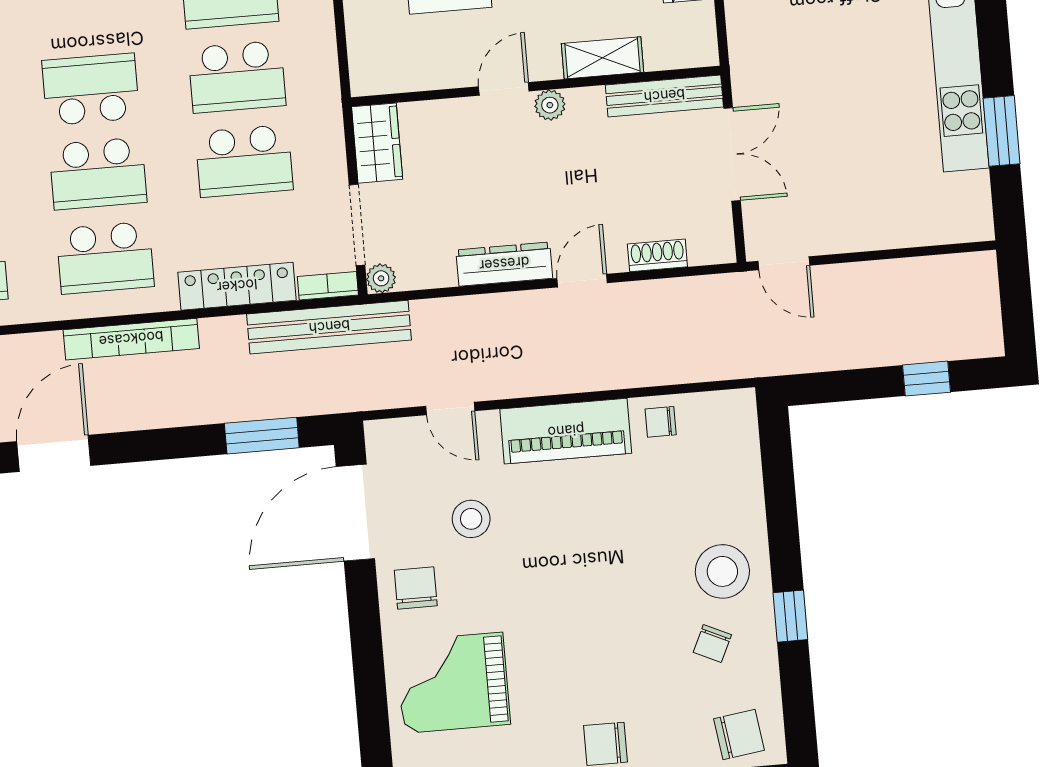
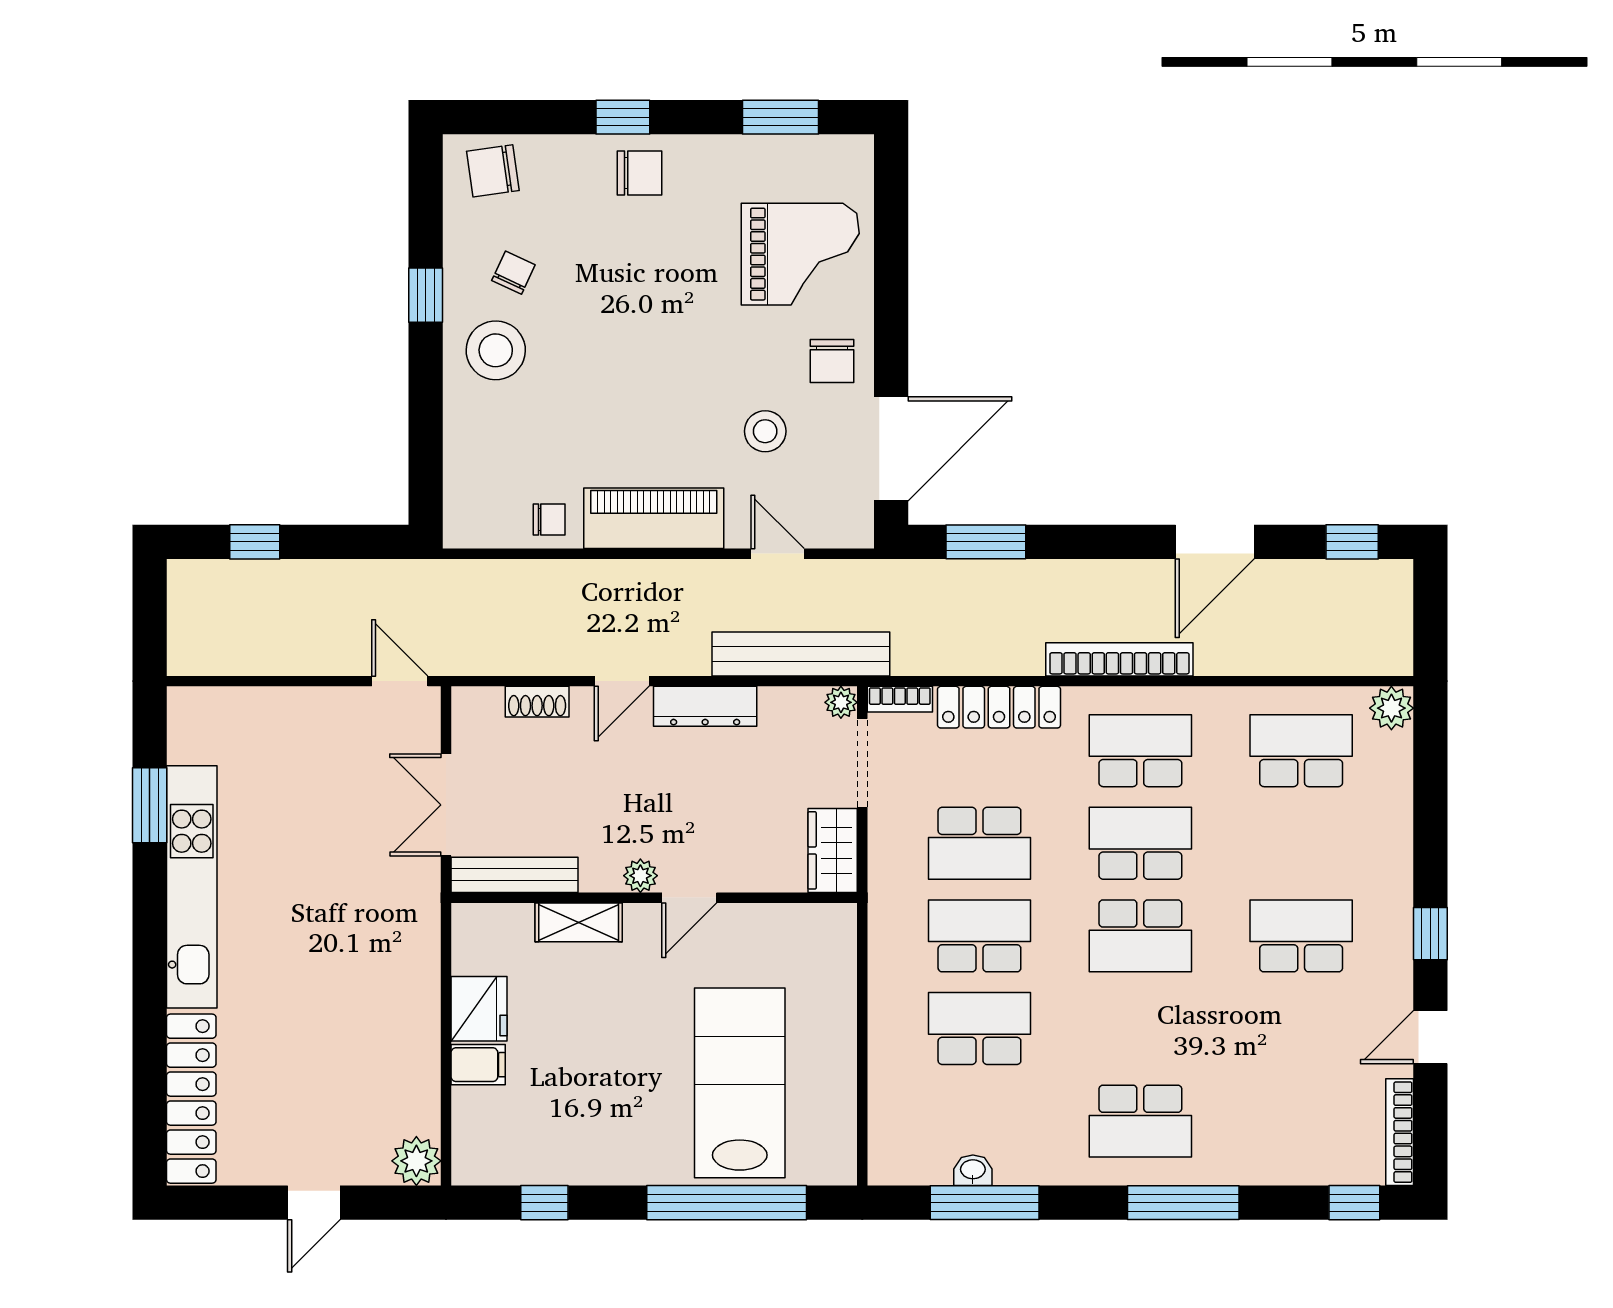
school desk: (244, 161) -> (979, 843), turned 180
bench: (329, 327) -> (801, 654), moved

